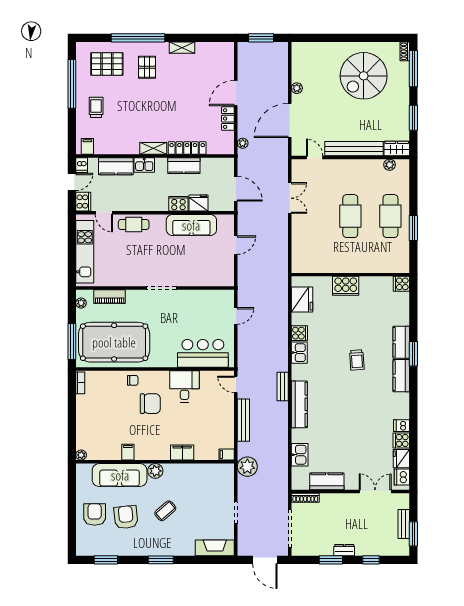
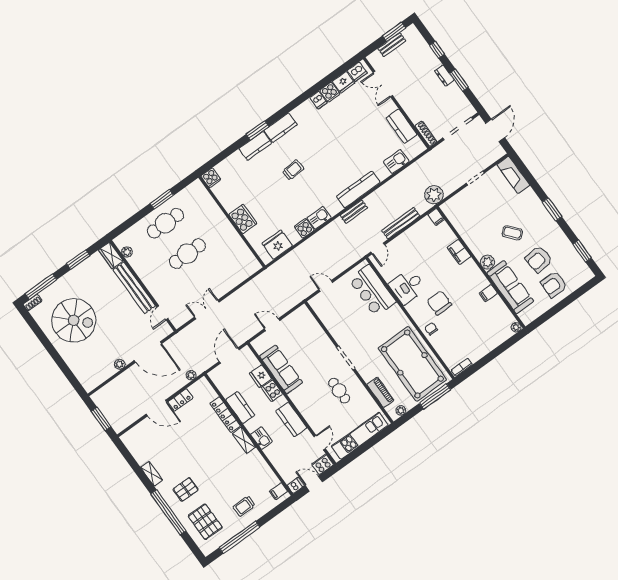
kitchen counter: (116, 166) -> (291, 419), moved, turned 180
cafe table: (134, 224) -> (339, 391), moved

